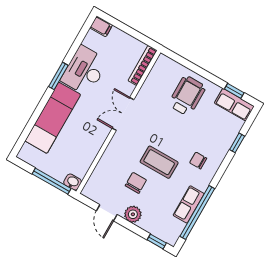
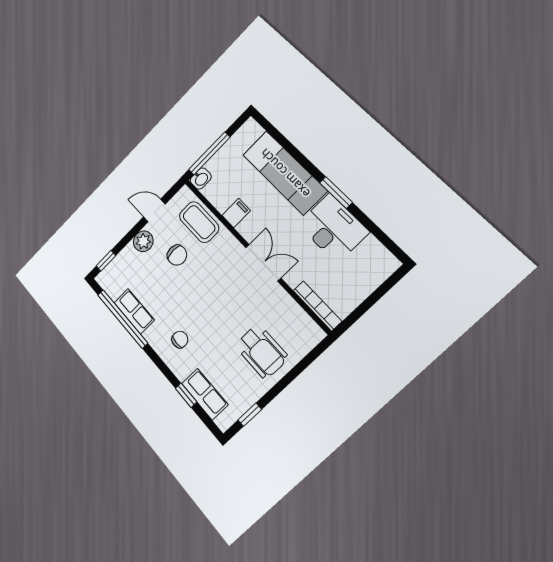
filing cabinet: (101, 26) -> (236, 213), moved, turned 180
row of seats: (234, 105) -> (205, 394), moved, turned 90
coffee table: (159, 162) -> (199, 222), moved, turned 90

